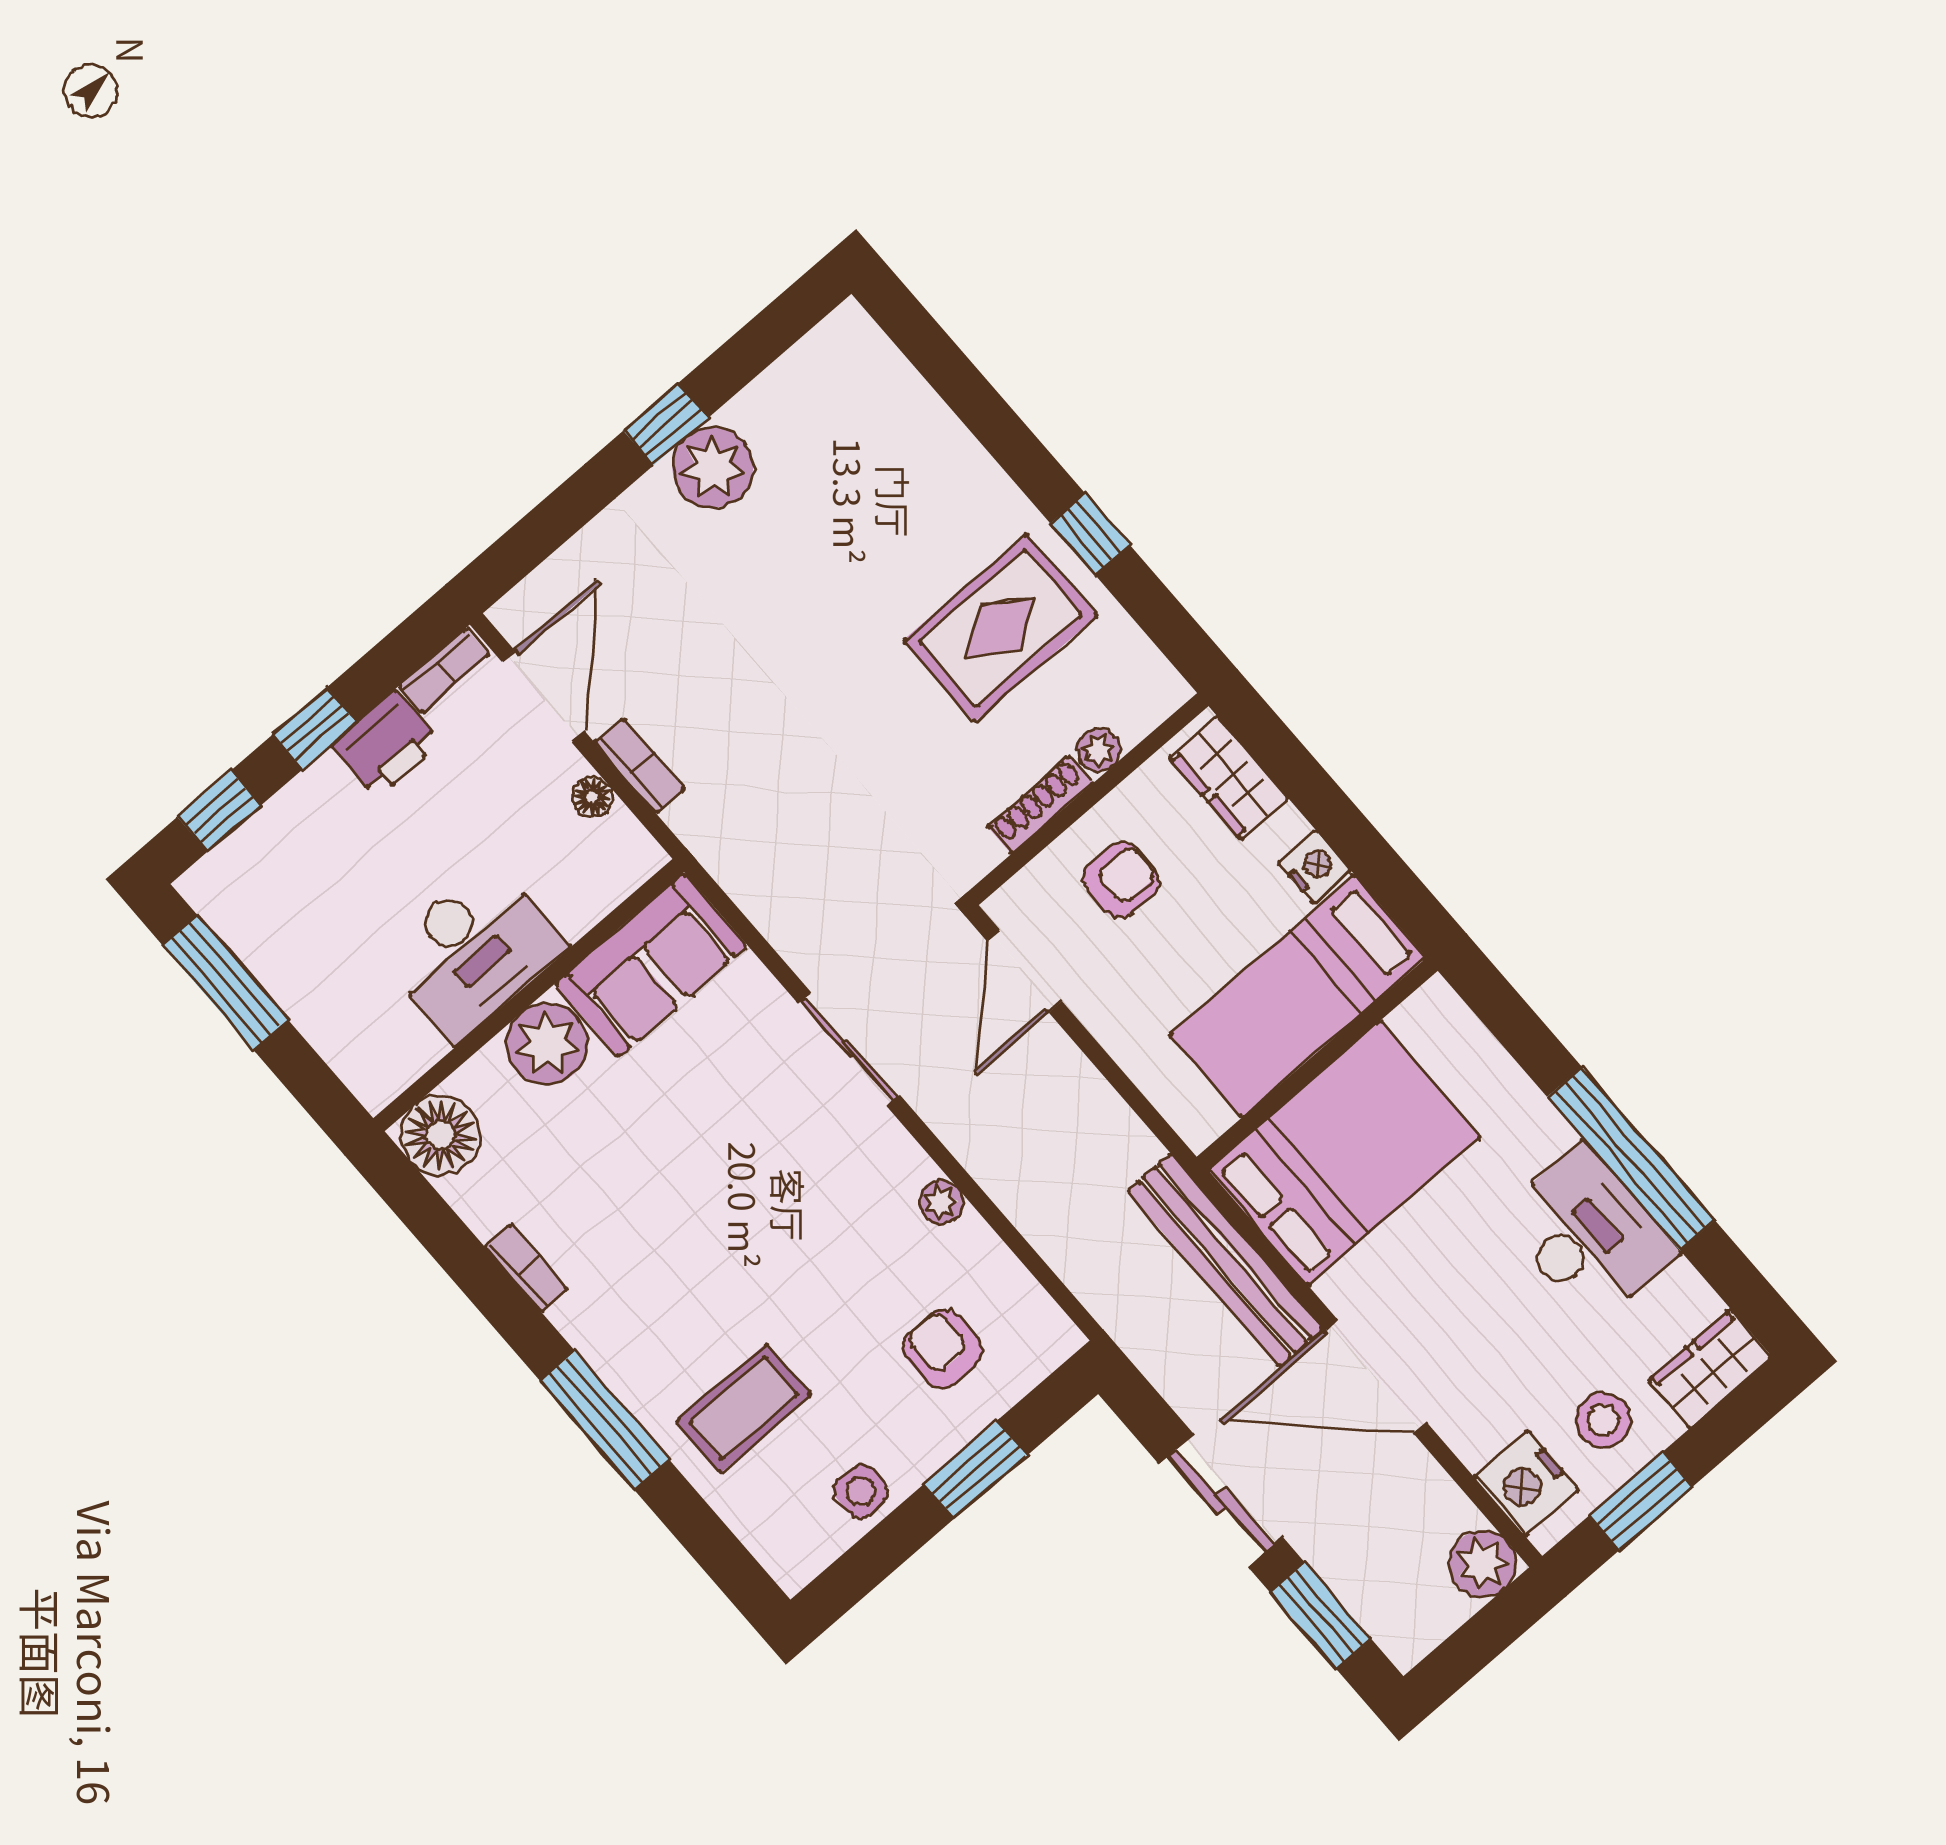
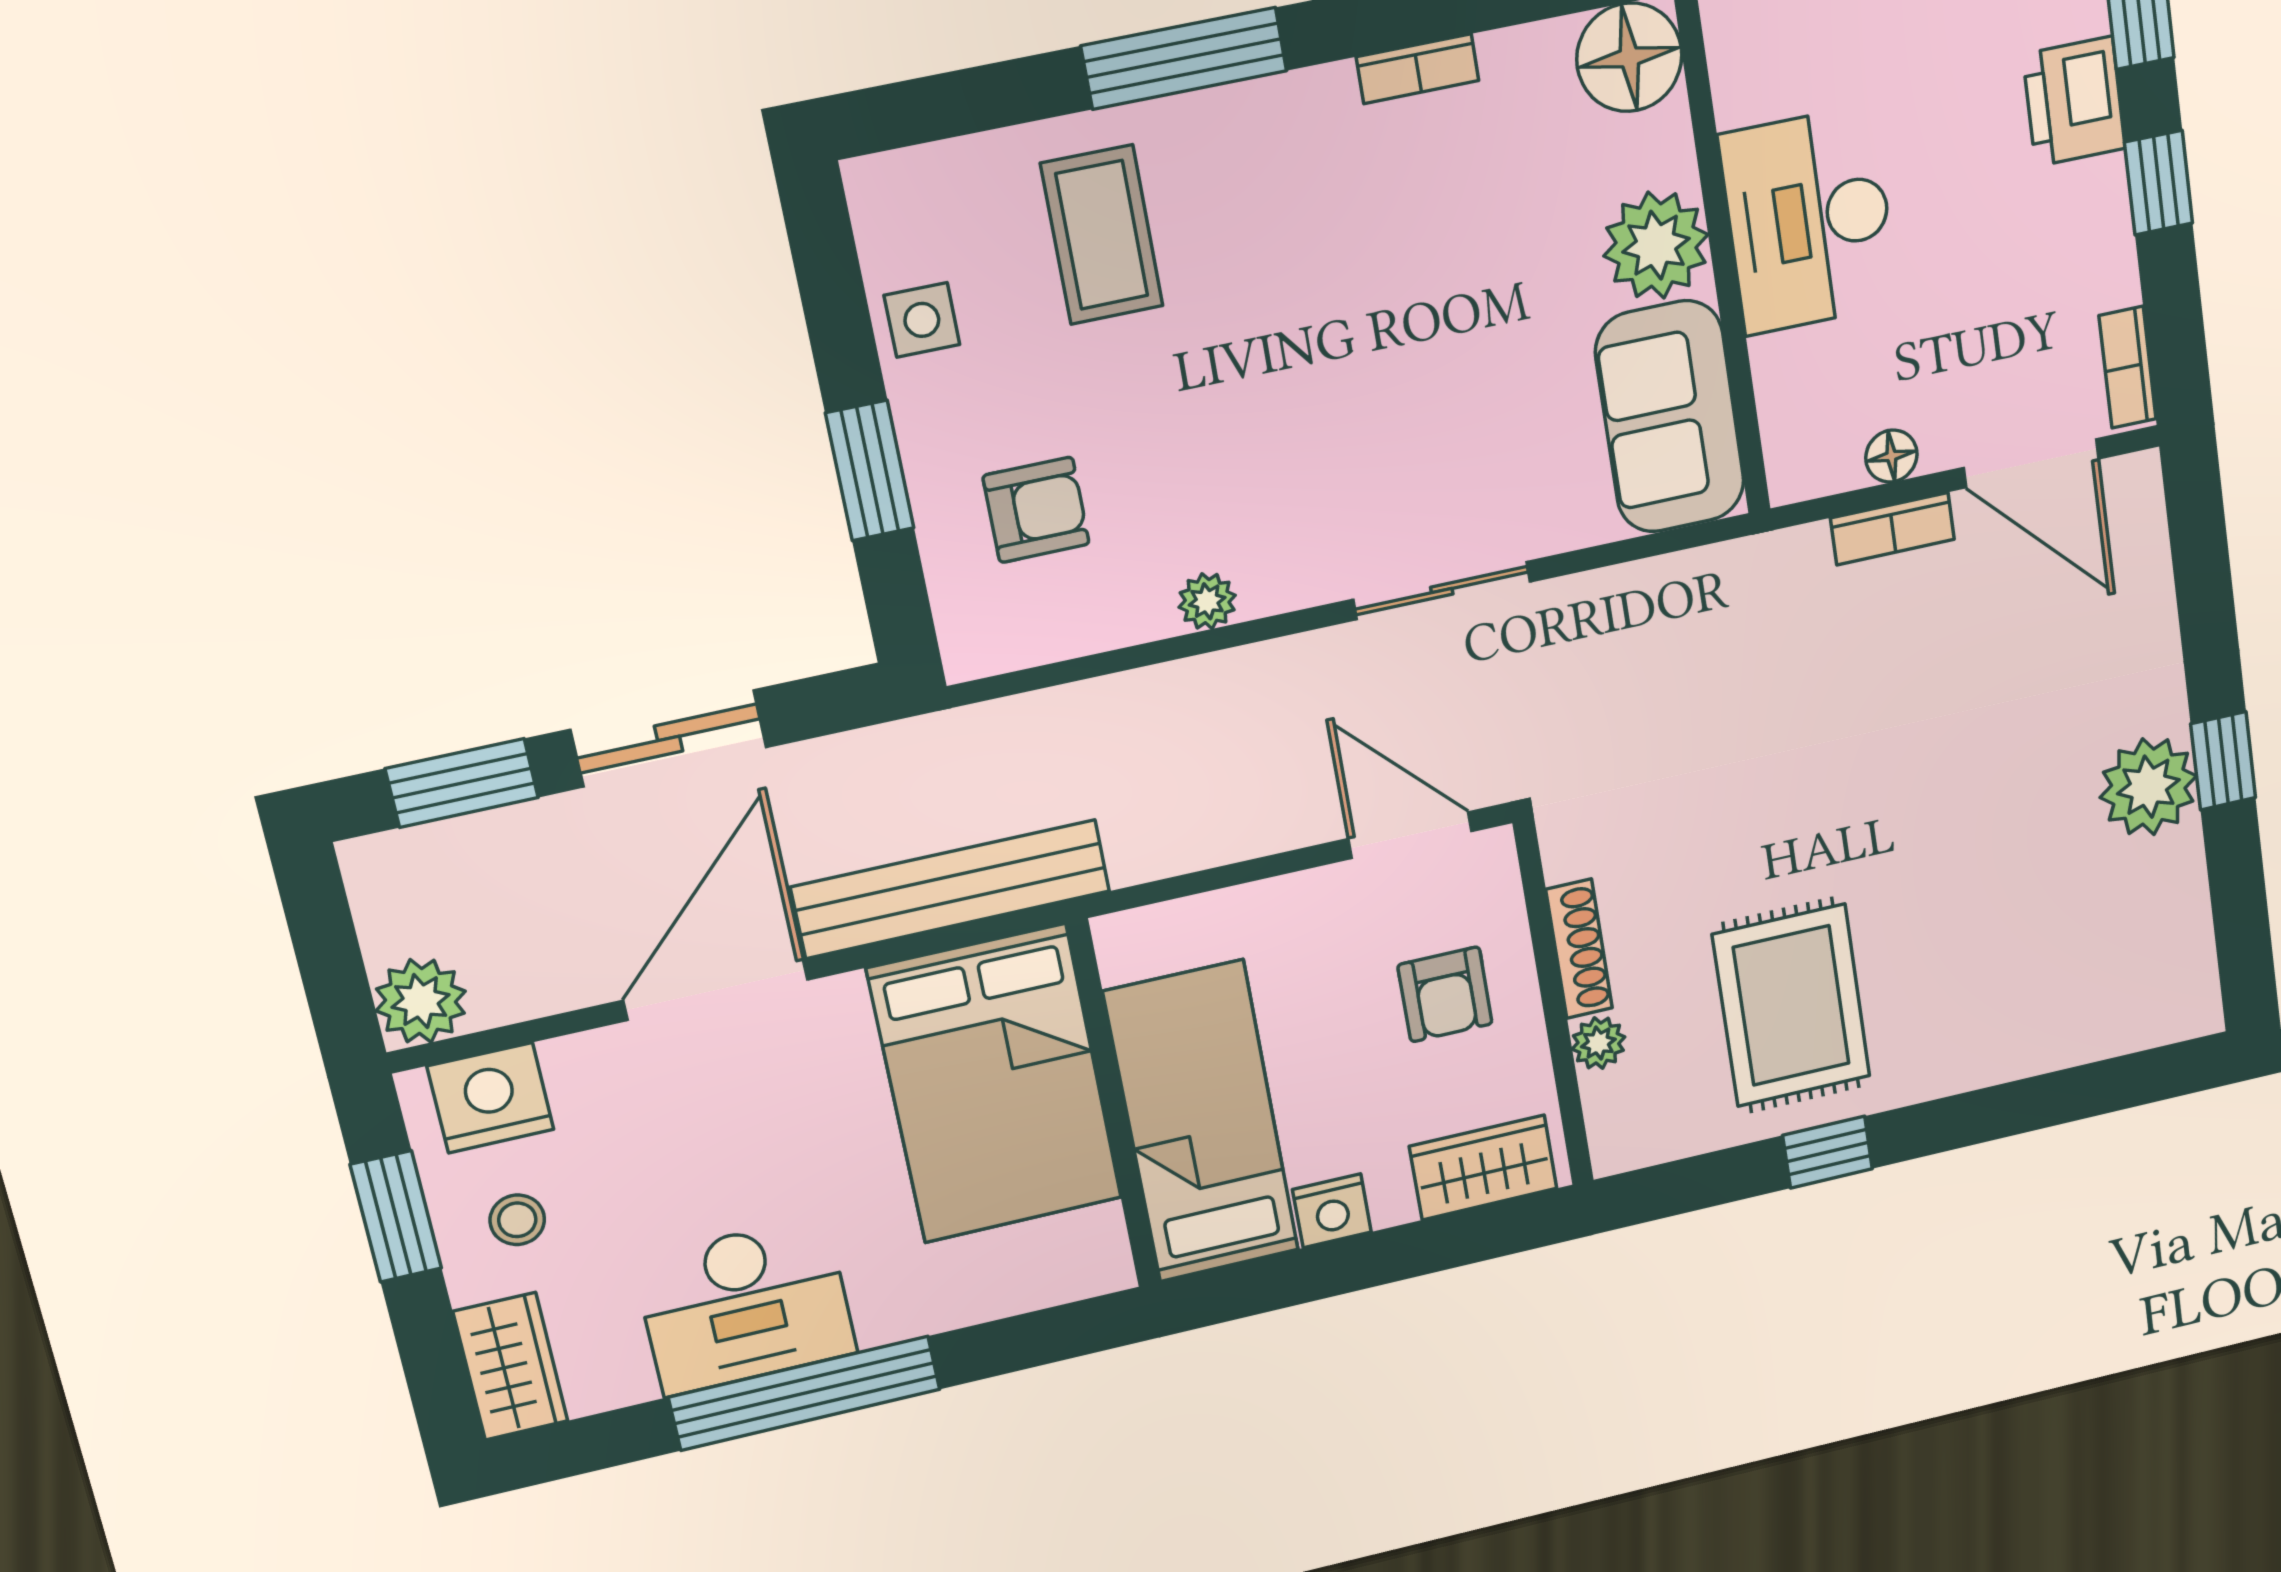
printer: (386, 744) -> (2074, 101), moved
stool: (1603, 1420) -> (517, 1220), width x0.73, depth x0.73

